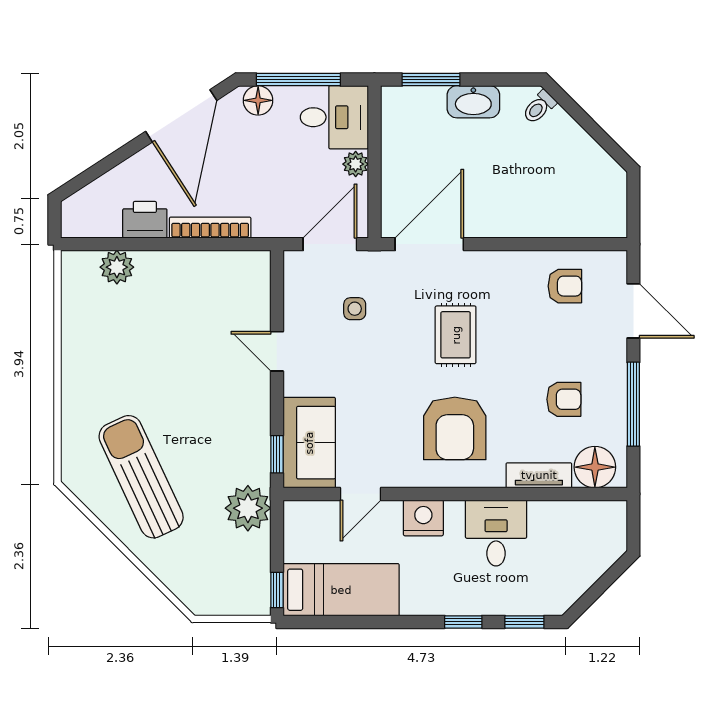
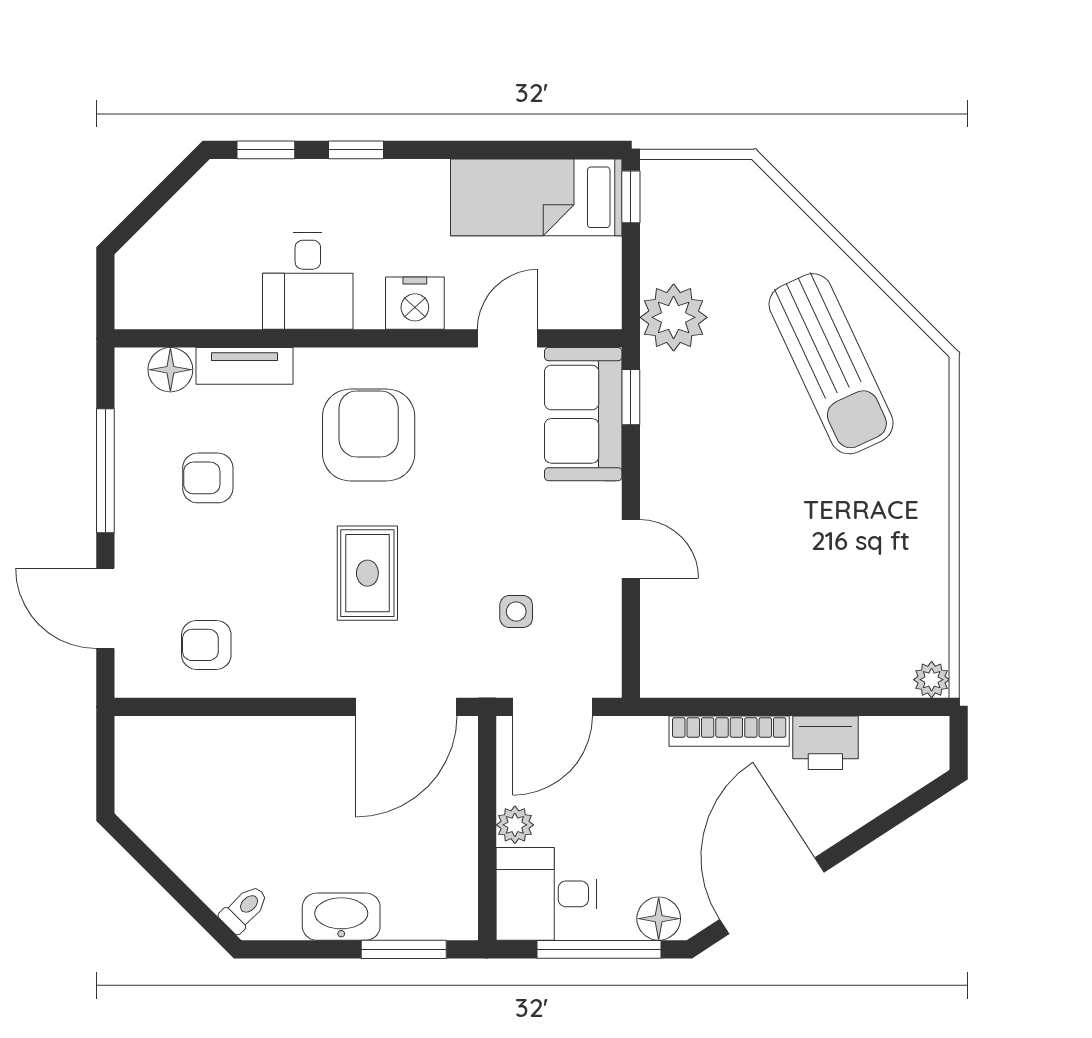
plant: (117, 267) -> (932, 680), moved, width x0.73, depth x0.73
floor lamp: (595, 467) -> (170, 370), width x0.73, depth x0.73

